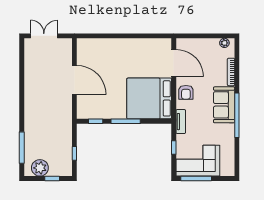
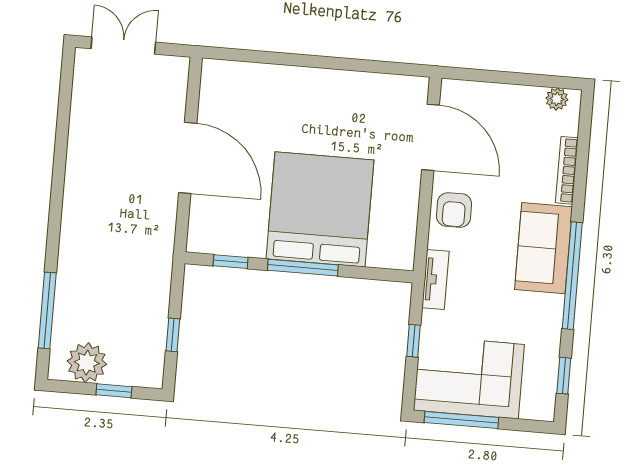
bed: (149, 98) -> (320, 209), moved, turned 90
window: (237, 157) -> (564, 376), added

